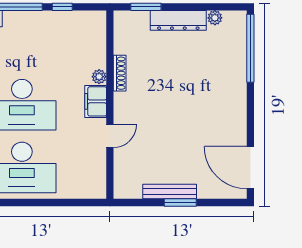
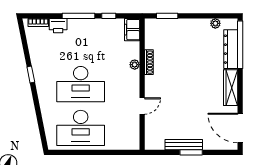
dresser: (178, 20) -> (231, 49), moved, turned 90
filing cabinet: (96, 101) -> (132, 30), moved
wardrobe: (237, 110) -> (231, 88), added

